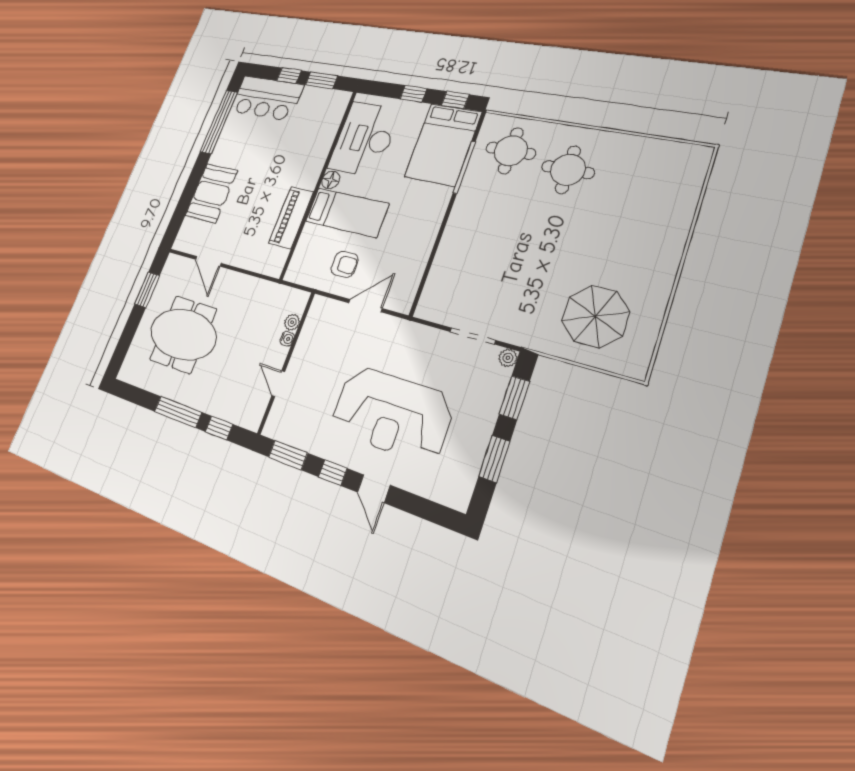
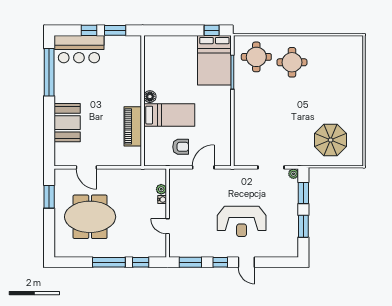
window: (413, 94) -> (183, 30), removed
desk: (364, 139) -> (162, 66), removed
reception desk: (392, 414) -> (242, 221), width x0.74, depth x0.77

